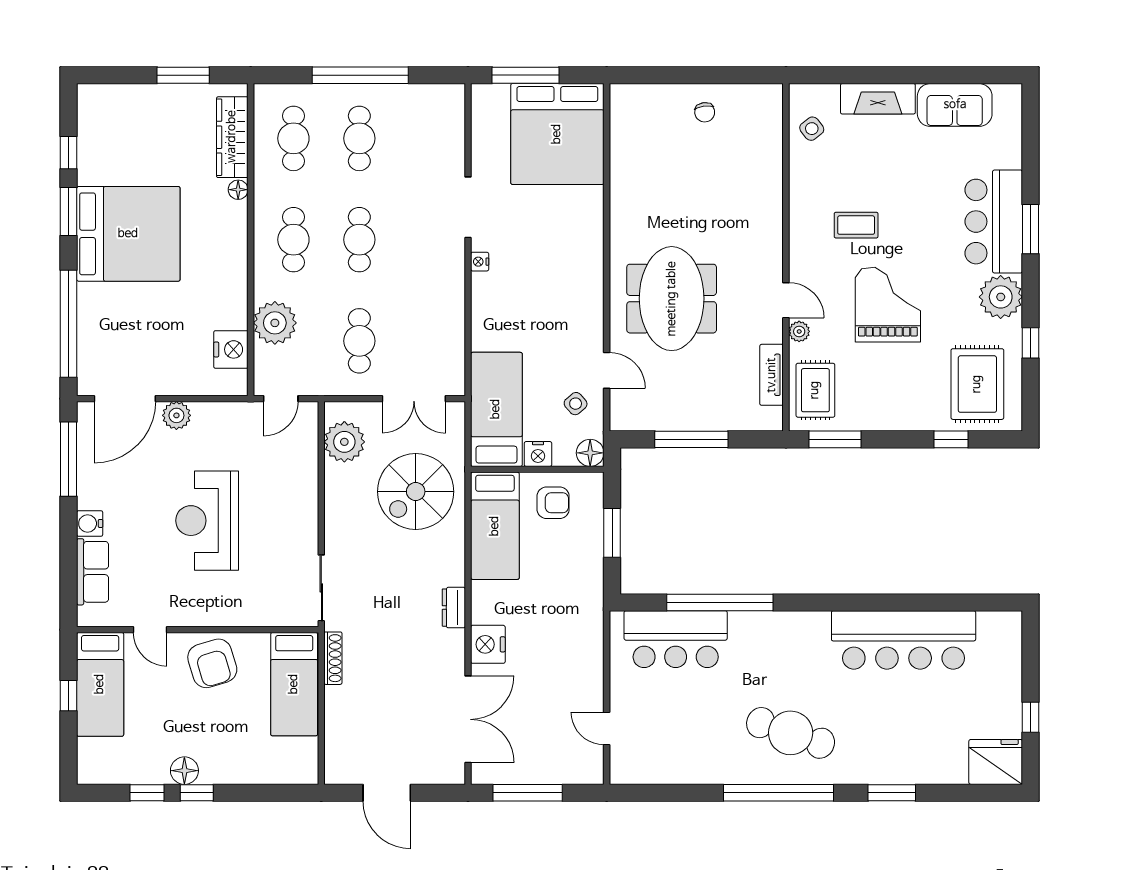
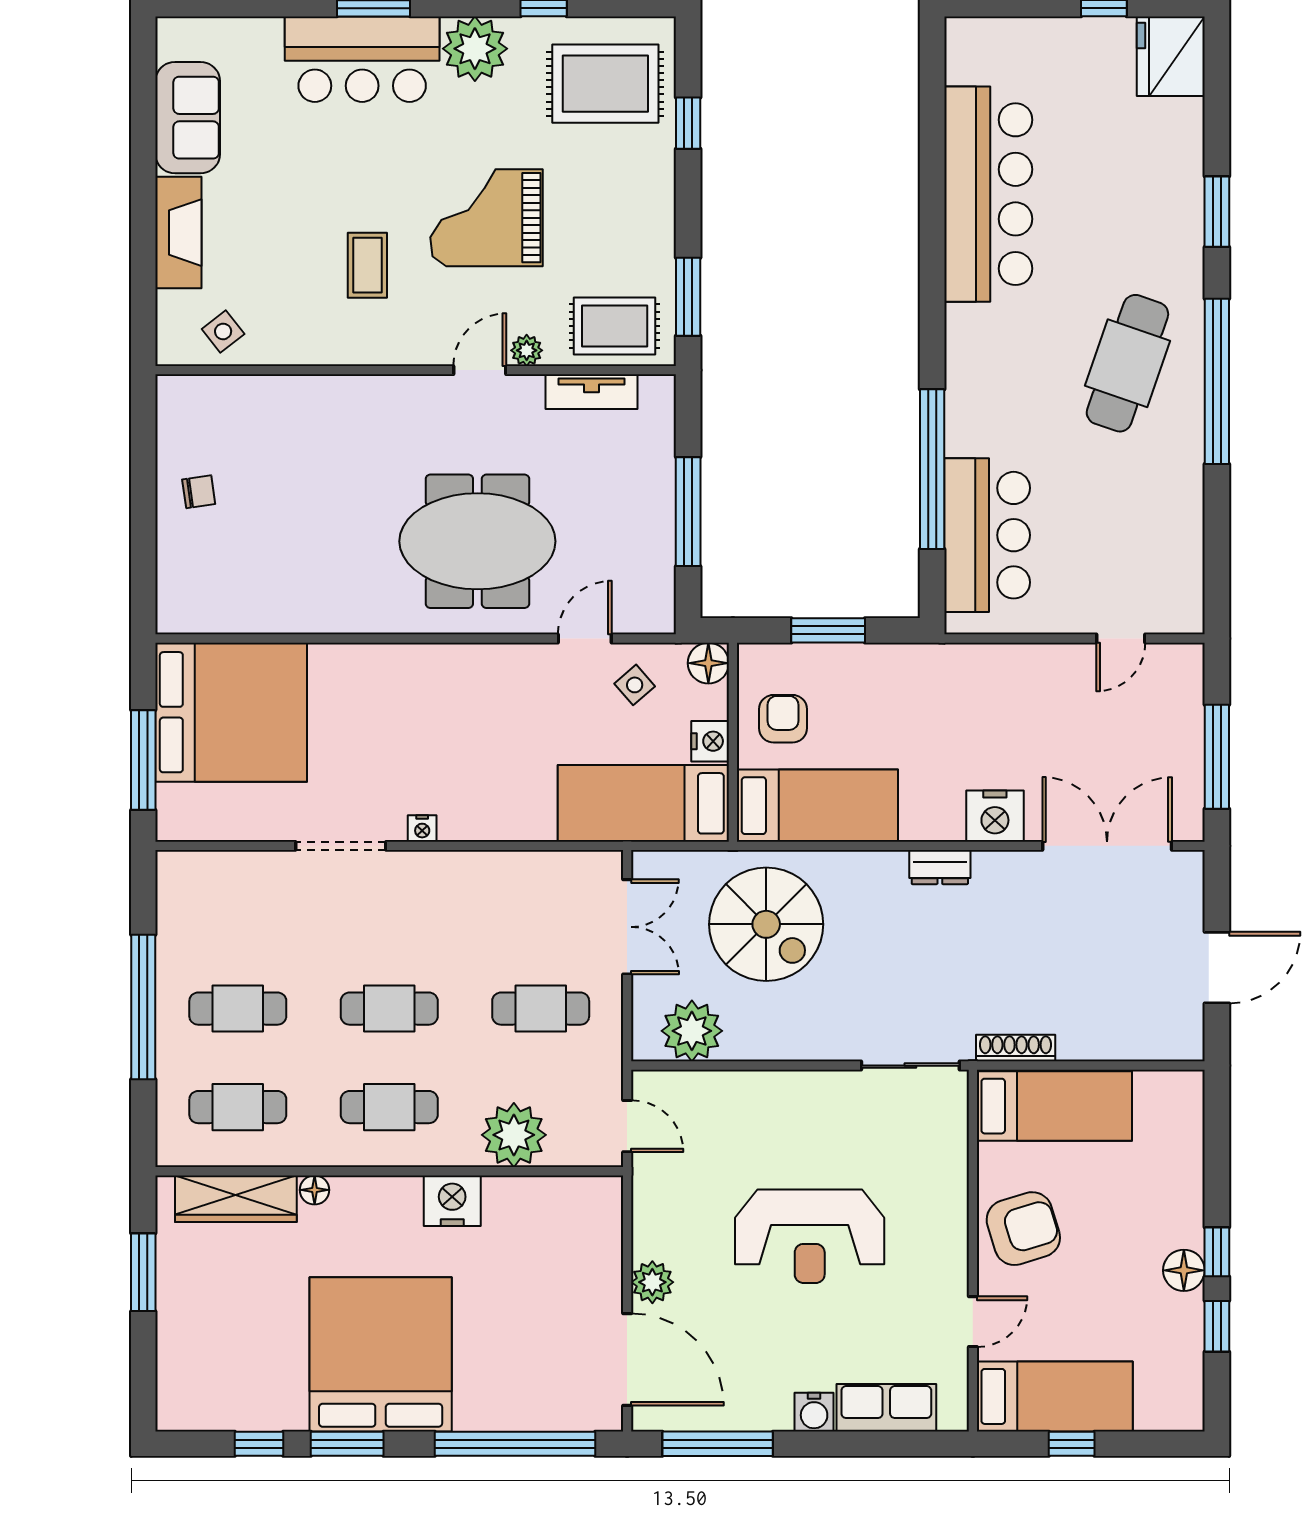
nightstand: (231, 349) -> (452, 1201), moved

